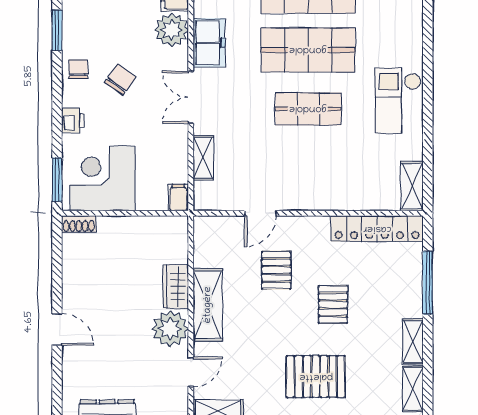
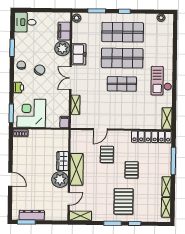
pallet: (316, 377) -> (123, 201), turned 90

